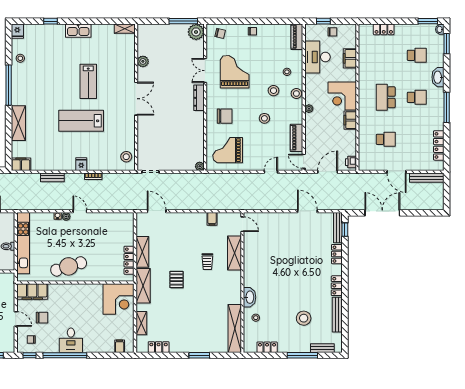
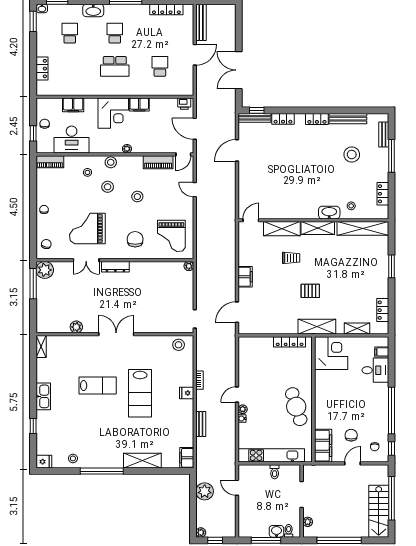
filing cabinet: (212, 219) -> (245, 277), moved, width x2.00
shelving: (142, 252) -> (318, 228), moved
desk: (71, 340) -> (375, 370), moved

